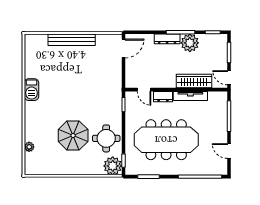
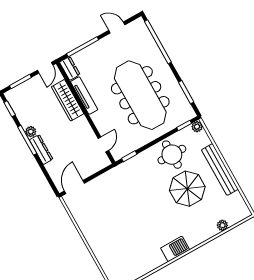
bench: (72, 40) -> (220, 170), moved
plant: (190, 43) -> (31, 132), width x0.53, depth x0.53
door: (124, 48) -> (74, 187), hinge flipped
barbecue: (32, 90) -> (175, 249), moved
dresser: (163, 97) -> (70, 68), moved
door: (229, 151) -> (117, 27), swing flipped
plant: (113, 166) -> (197, 127), width x0.53, depth x0.53

